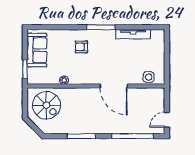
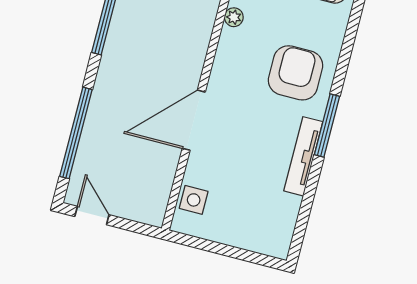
tv unit: (133, 34) -> (303, 156), moved
armchair: (81, 47) -> (296, 73), width x1.88, depth x1.88

